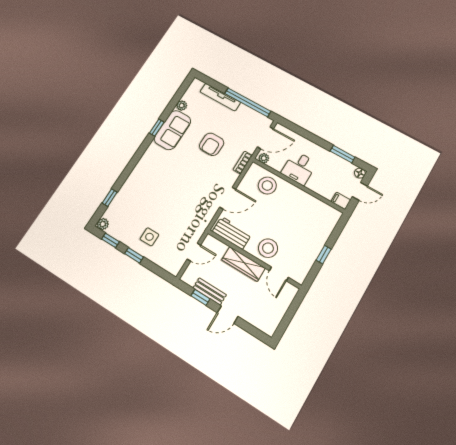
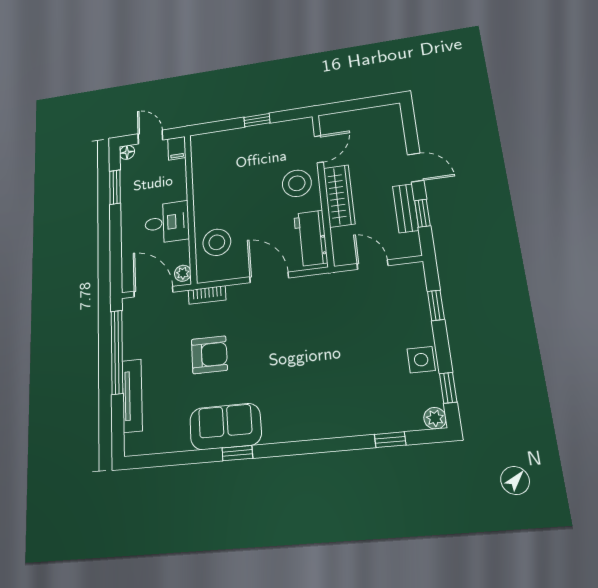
plant: (182, 106) -> (180, 442), removed
side table: (149, 237) -> (421, 360), moved
window: (134, 255) -> (436, 305), moved

